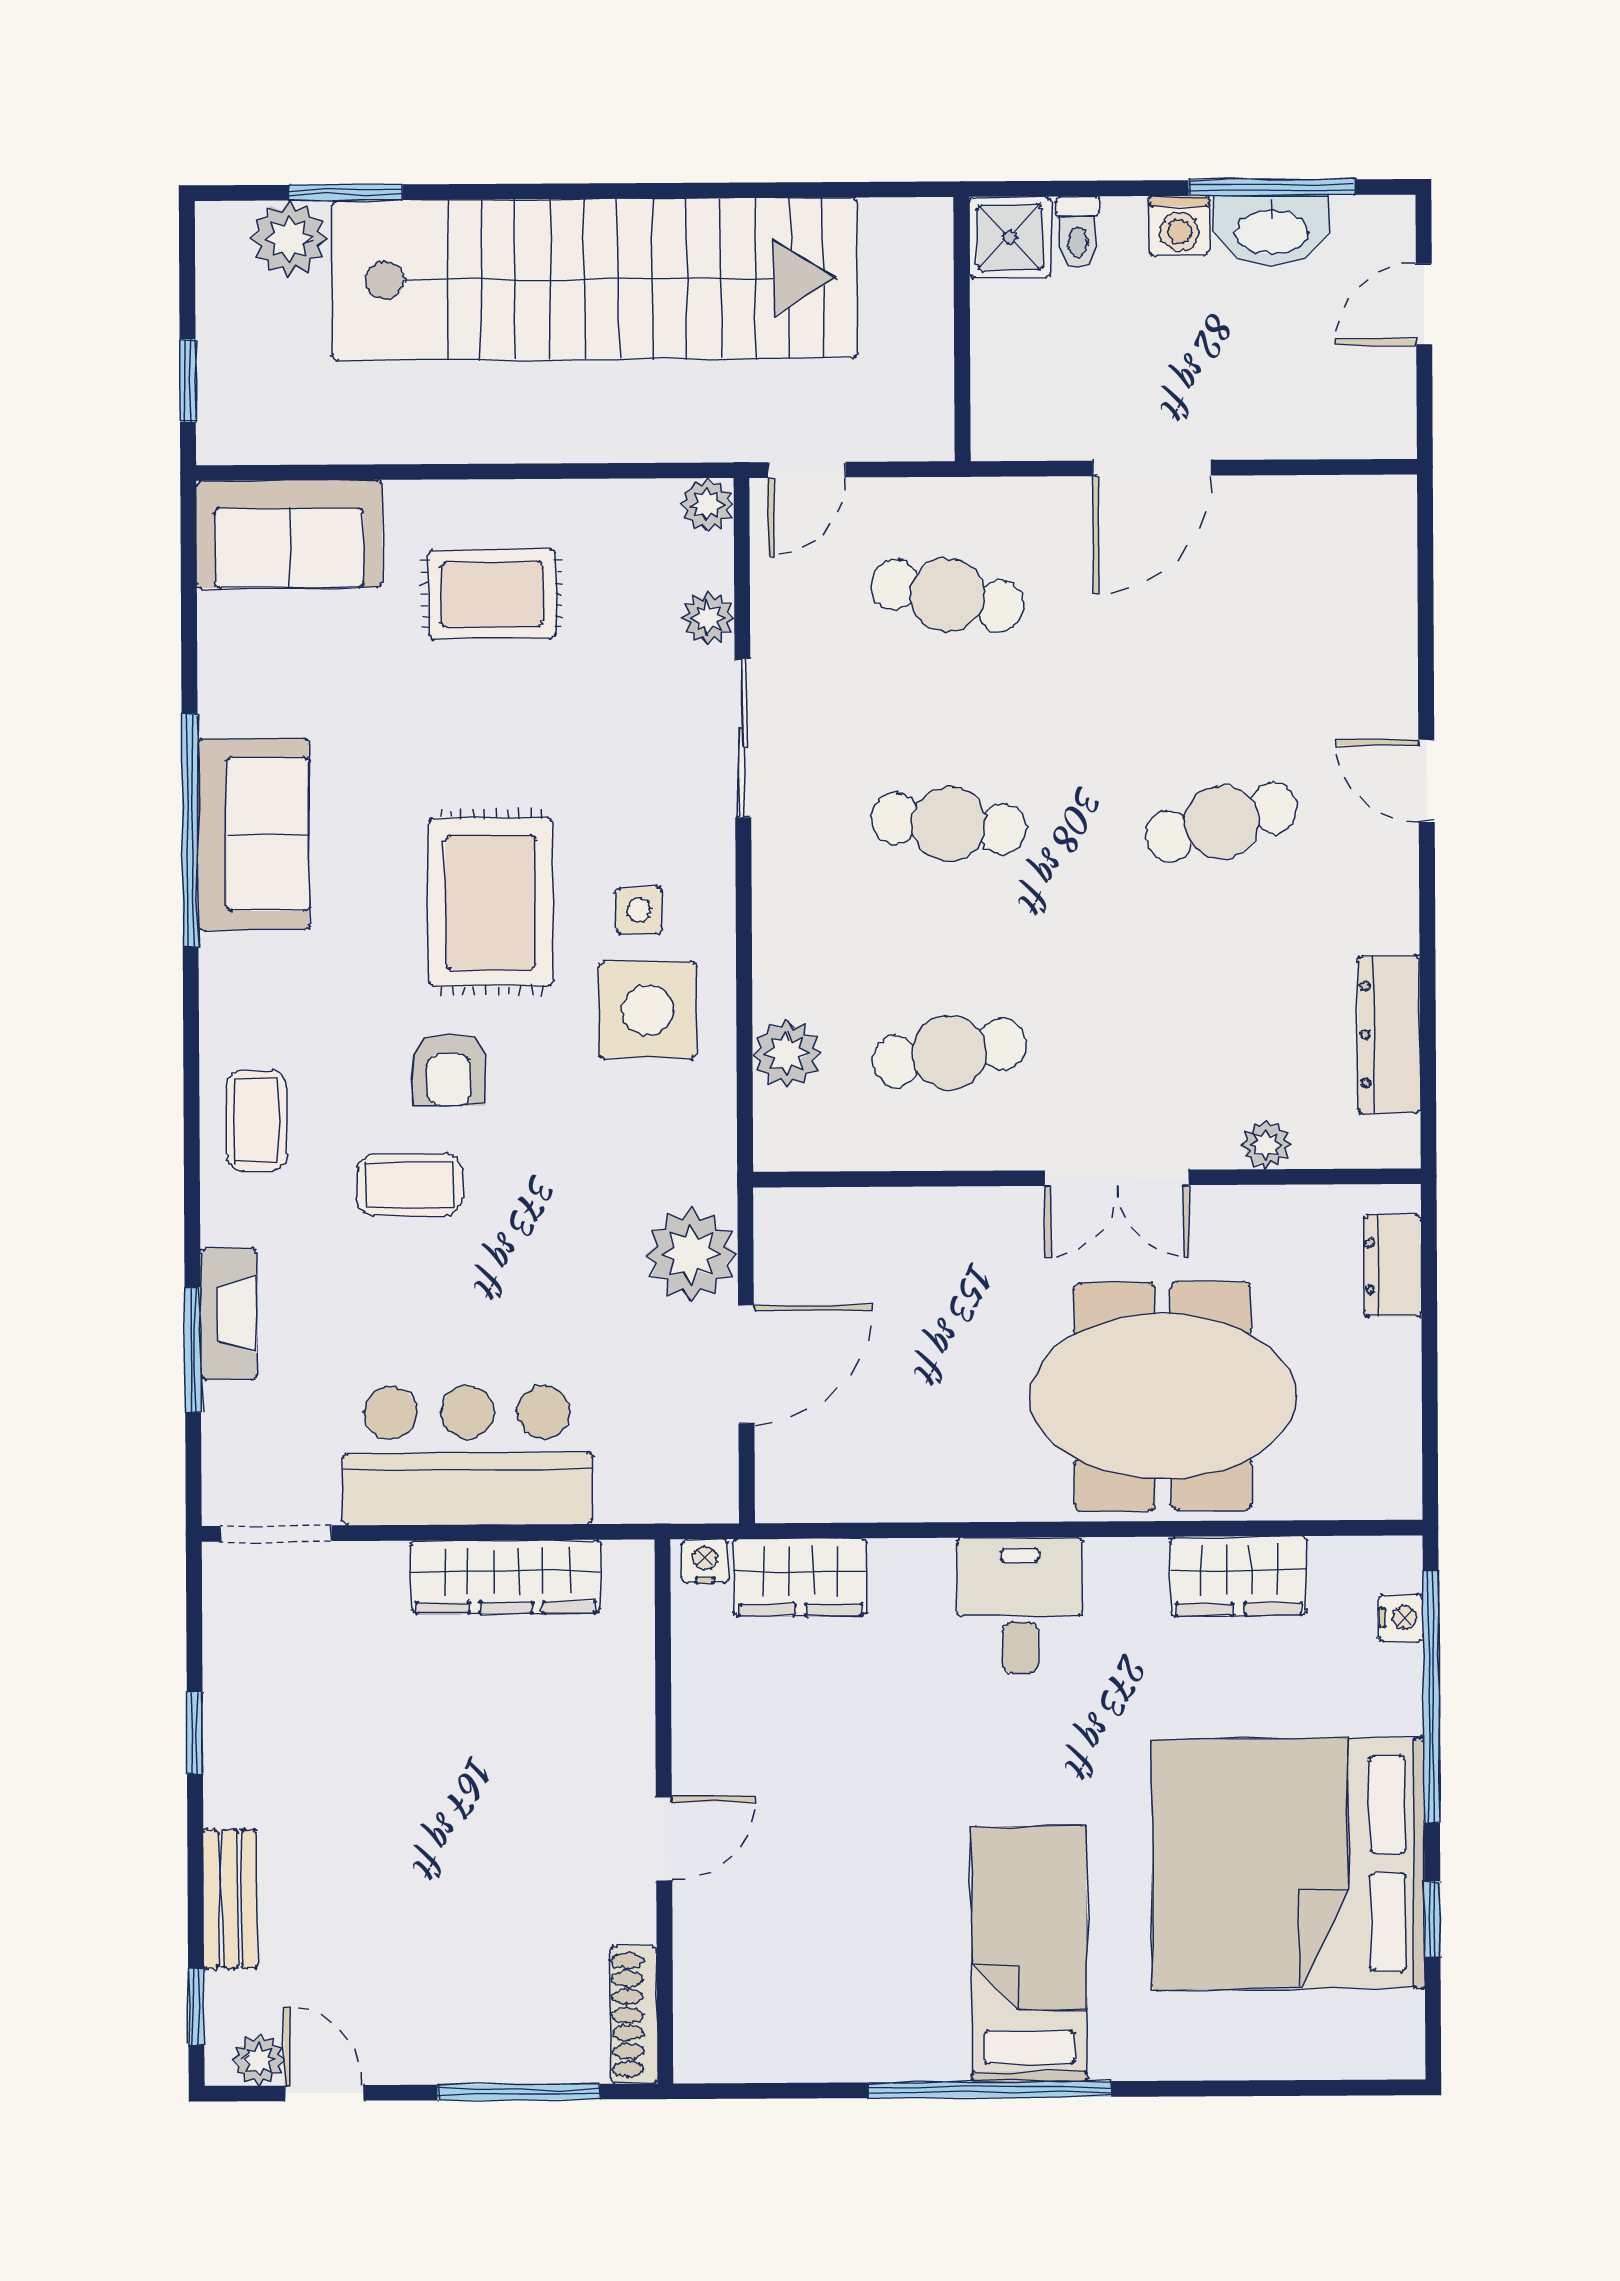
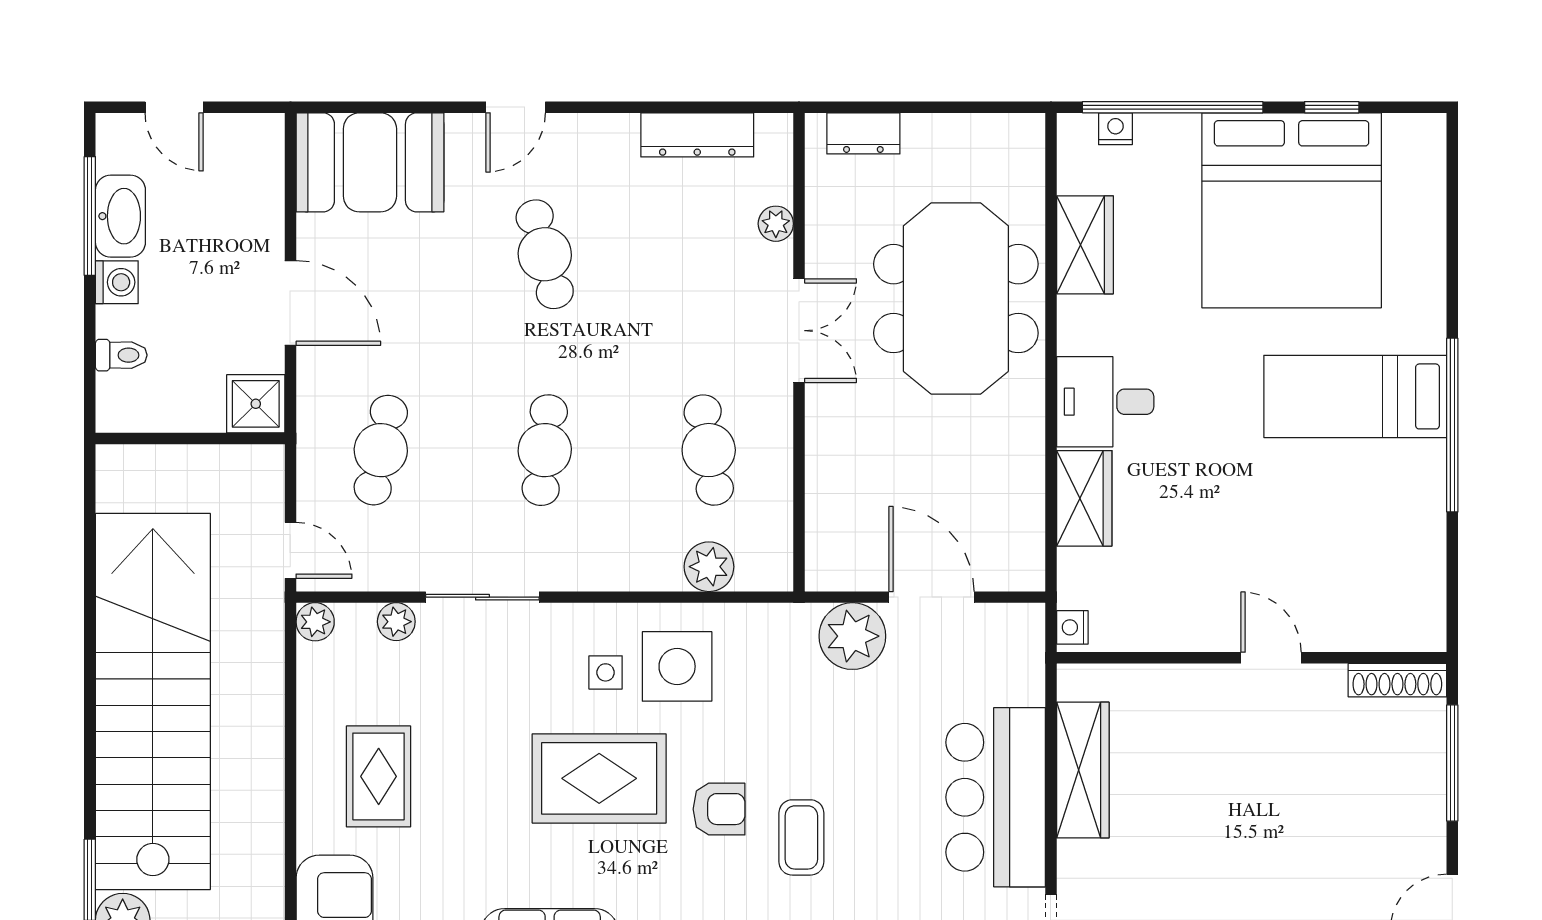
shower: (1010, 237) -> (256, 404), moved
booth: (1349, 578) -> (370, 162), added
wardrobe: (800, 1577) -> (1084, 498), moved

